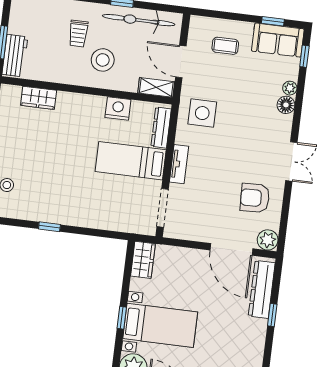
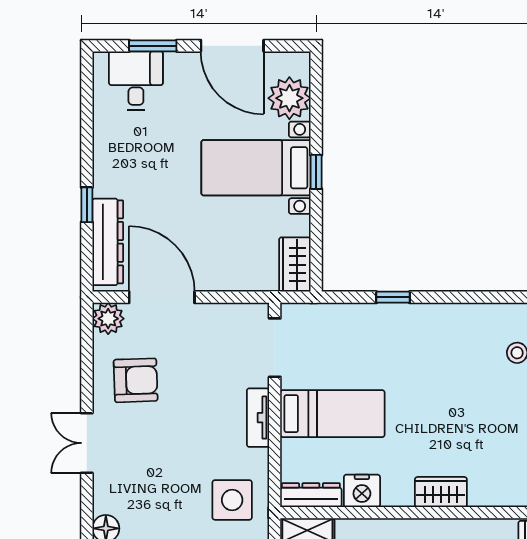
wardrobe: (39, 98) -> (441, 492), moved
dresser: (161, 128) -> (311, 495), moved, turned -90
window: (49, 227) -> (393, 297), moved

